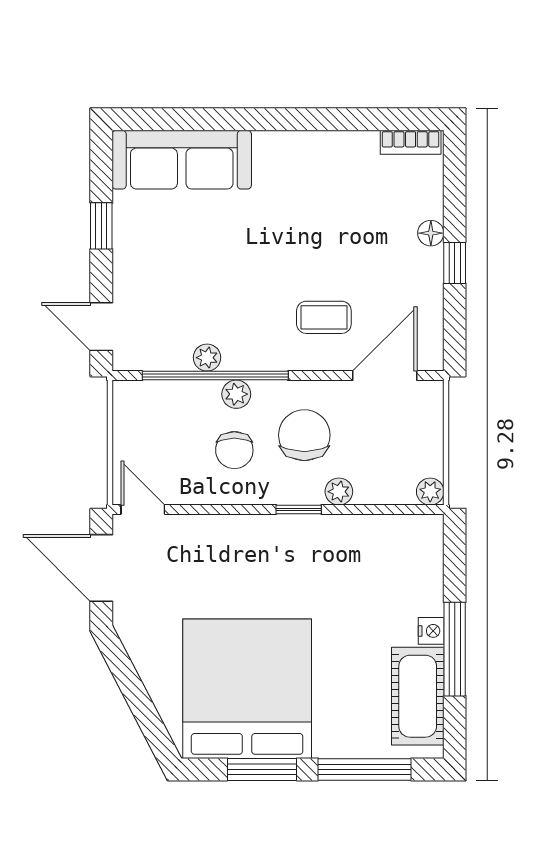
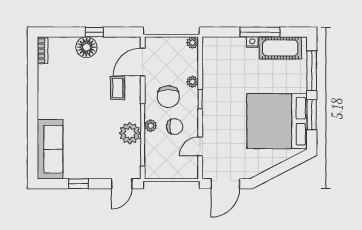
floor lamp: (431, 233) -> (86, 47), width x1.89, depth x1.89
plant: (207, 358) -> (130, 133), width x1.87, depth x1.87
door: (385, 376) -> (143, 62), hinge flipped
chair: (304, 435) -> (168, 97), turned -90
door: (143, 510) -> (200, 146), moved

